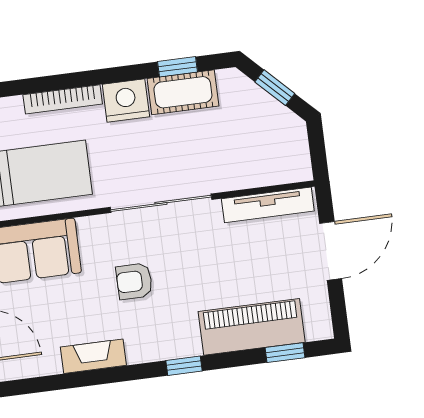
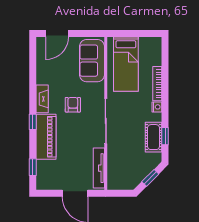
nightstand: (126, 100) -> (157, 107), width x0.53, depth x0.56
piano: (252, 327) -> (46, 137), moved
fireplace: (93, 356) -> (42, 99), moved

